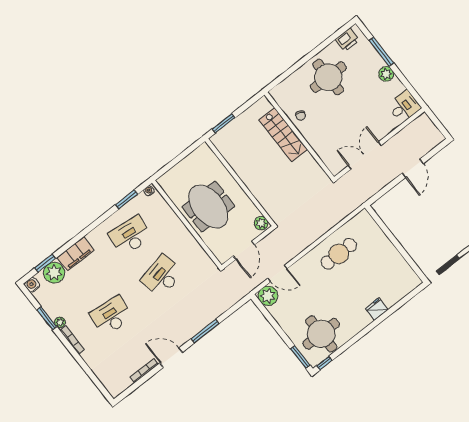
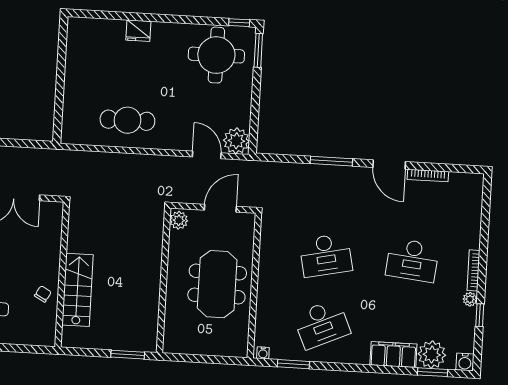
desk: (130, 236) -> (322, 324), turned -30
window: (47, 318) -> (480, 315), width x0.67

